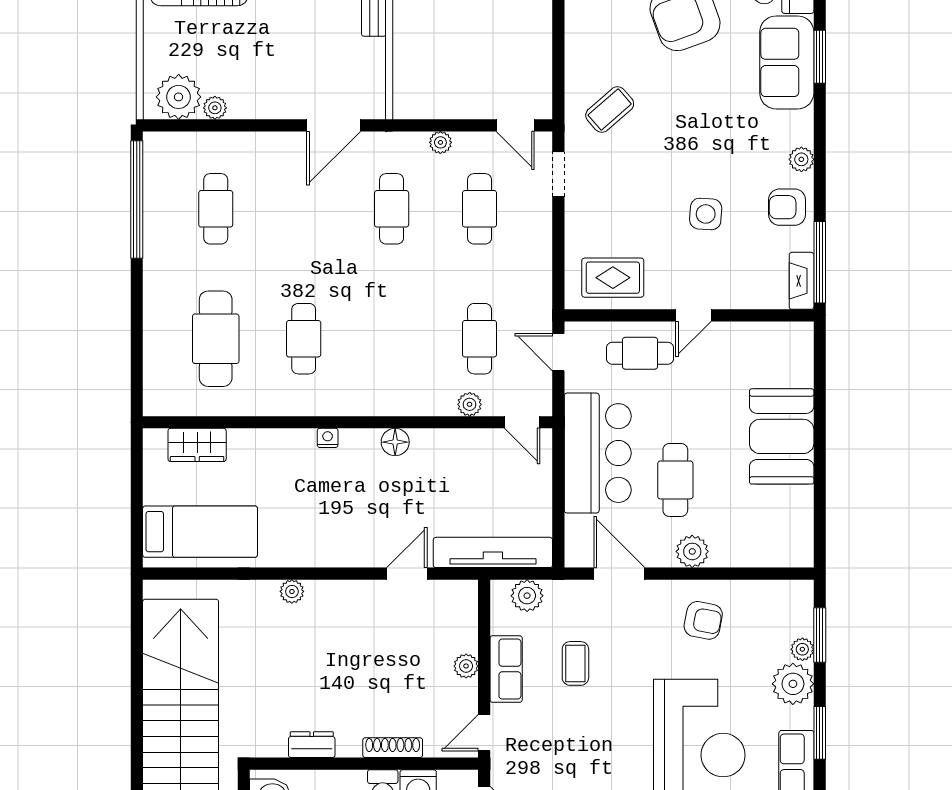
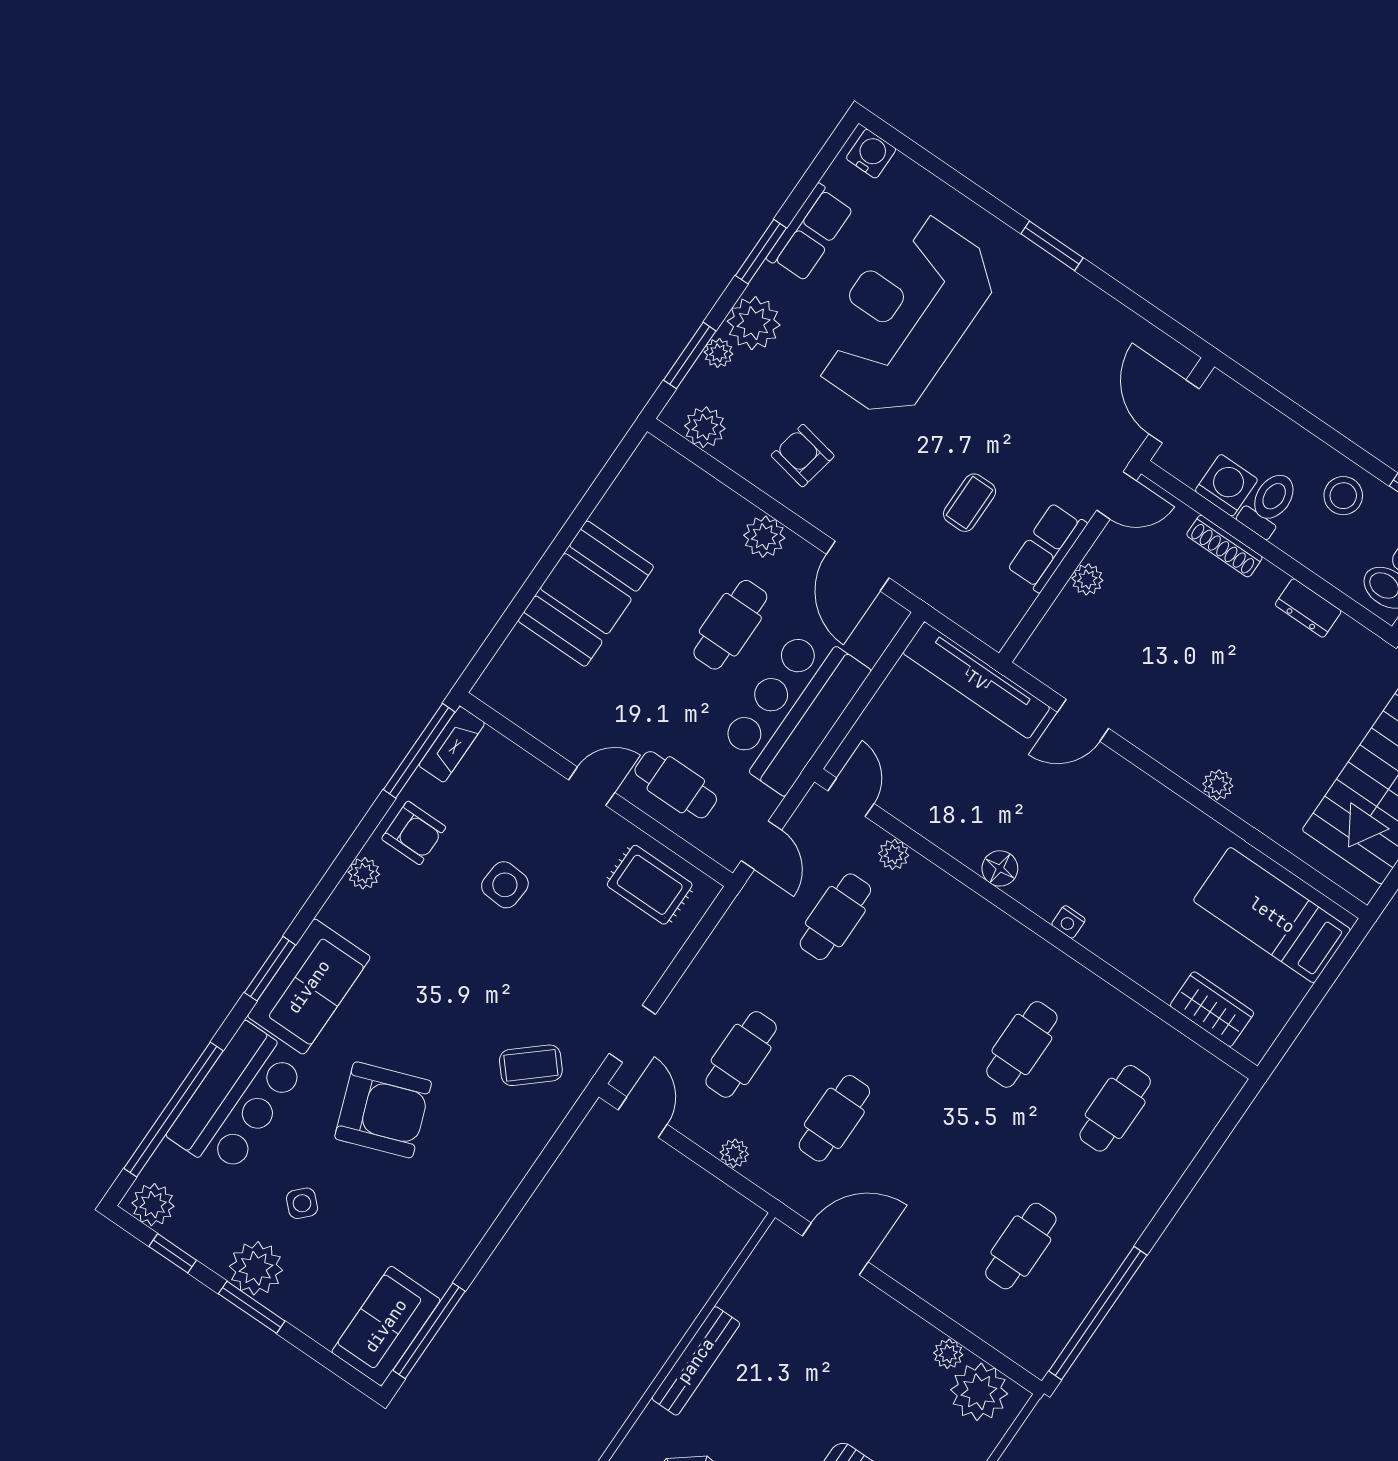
cafe table: (216, 339) -> (1115, 1108), width x0.73, depth x0.74
plant: (527, 596) -> (705, 427), moved

